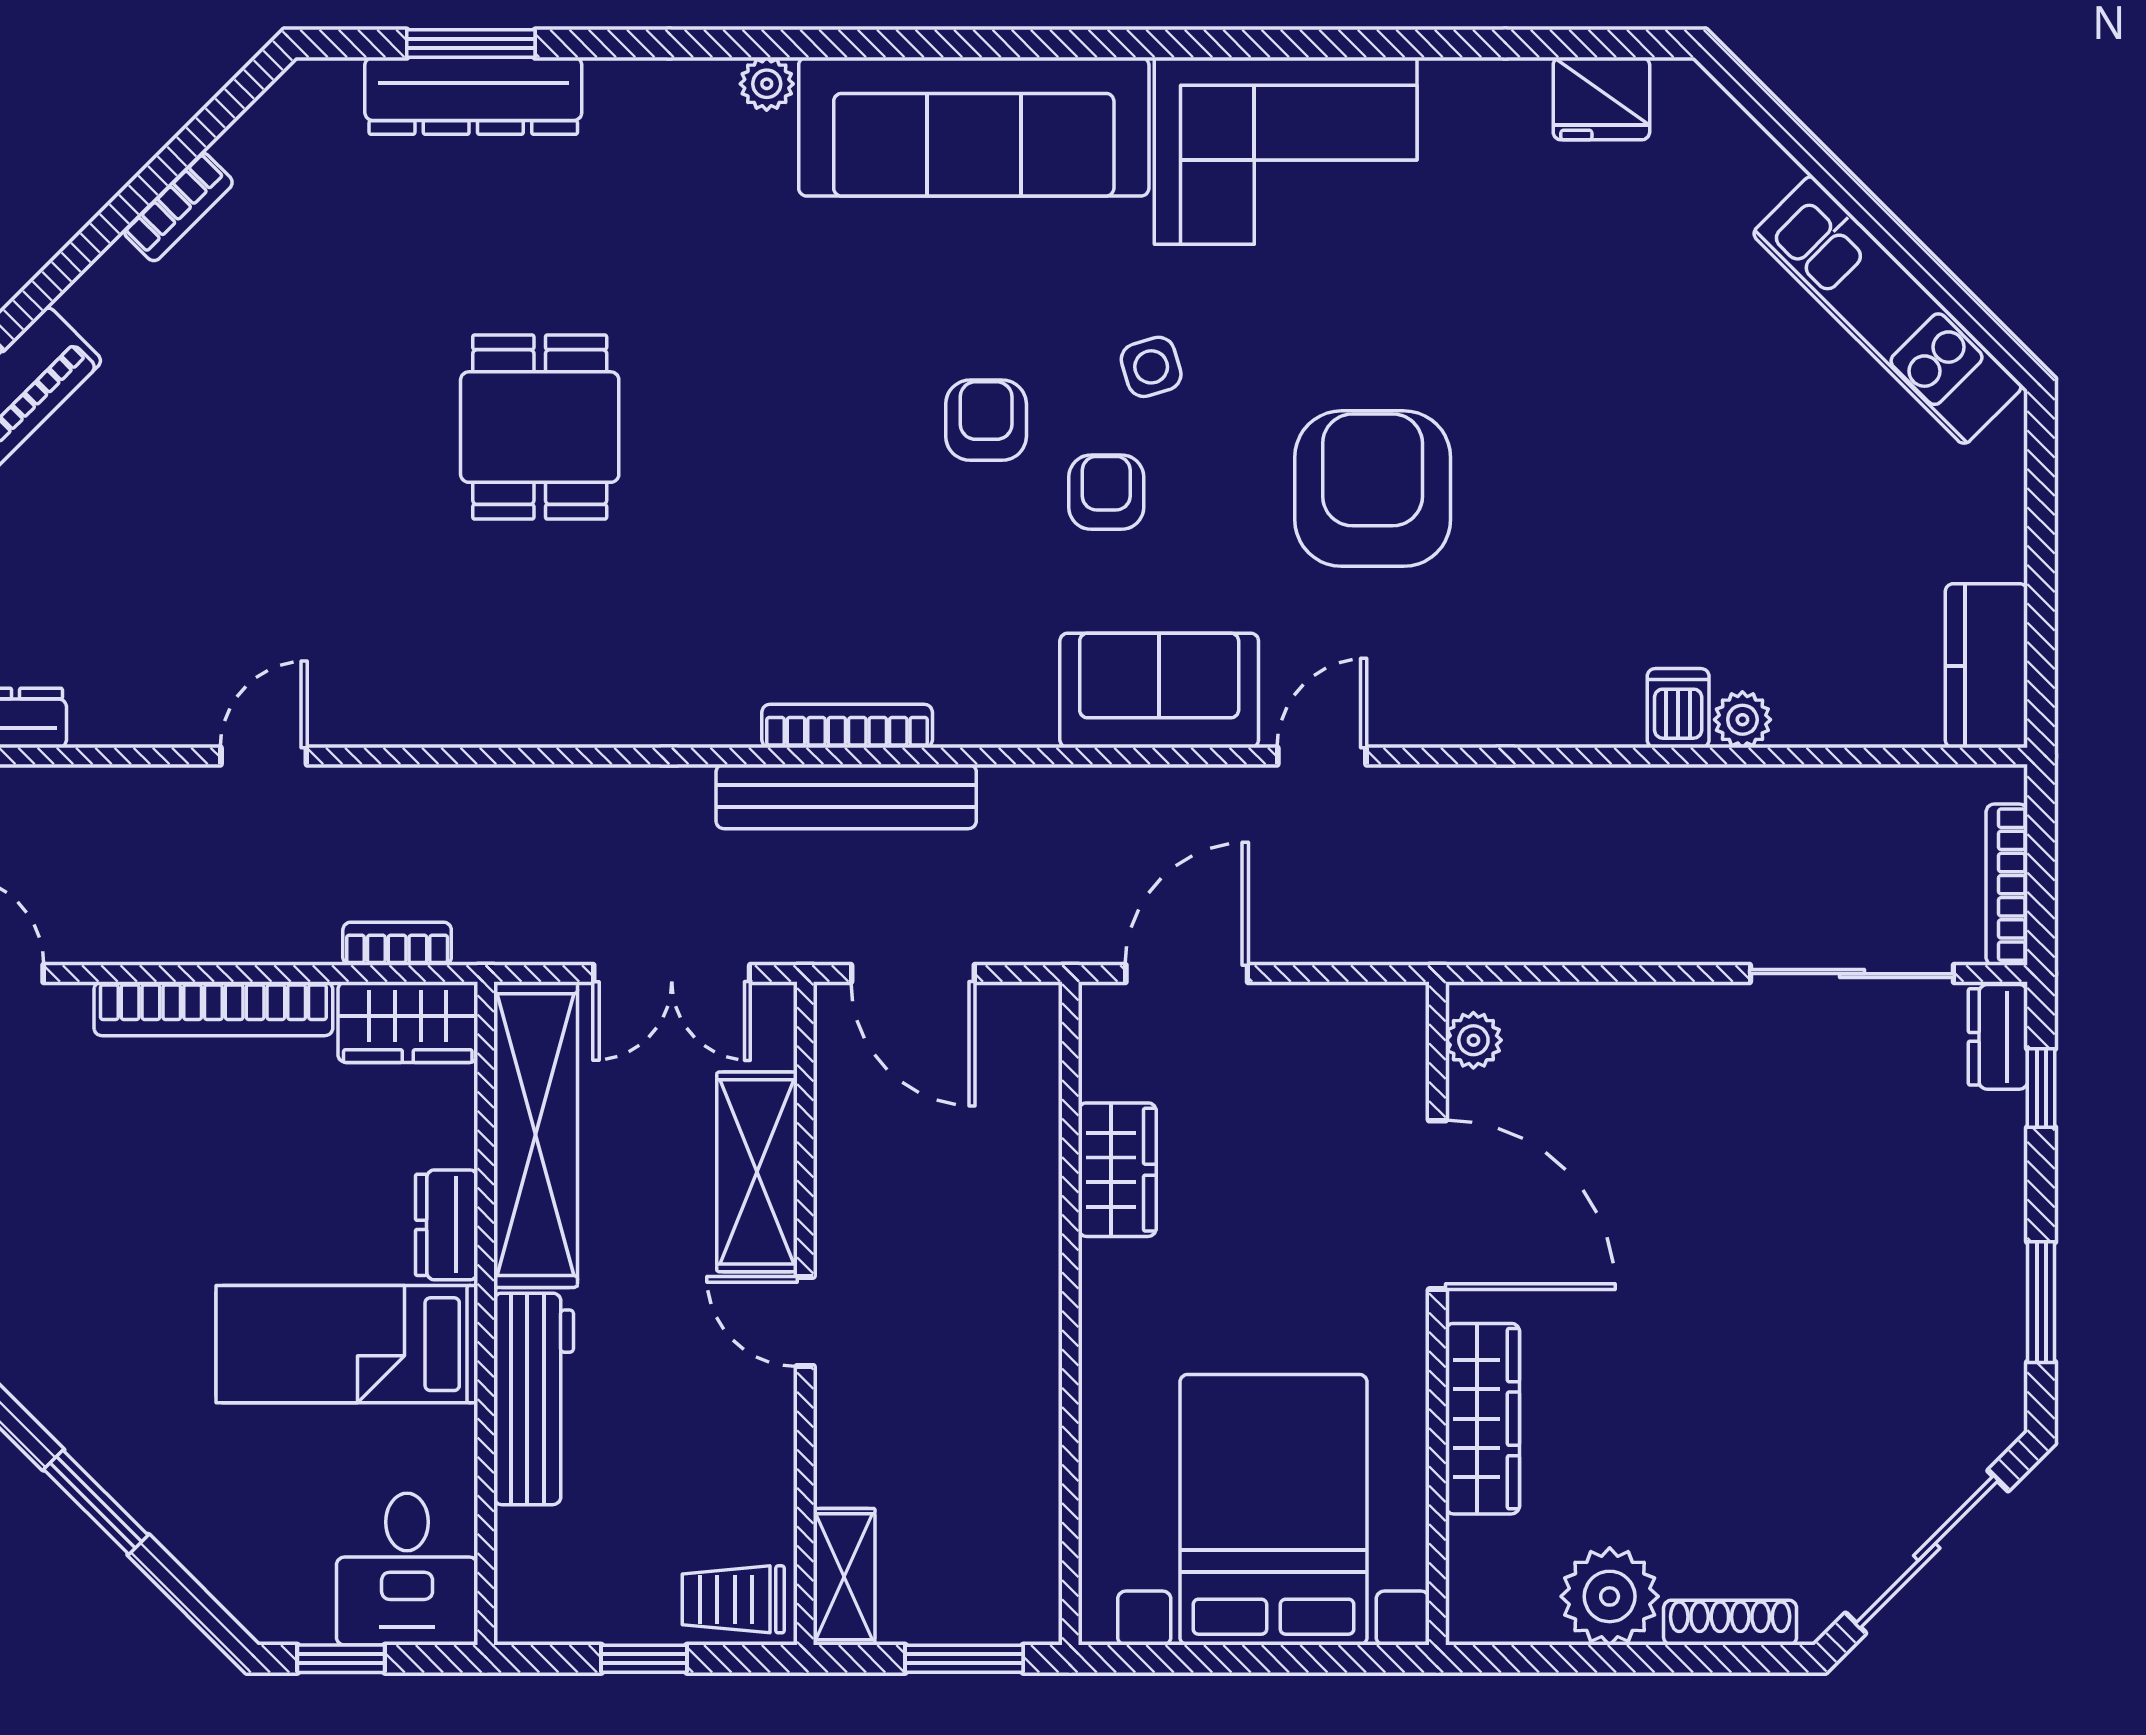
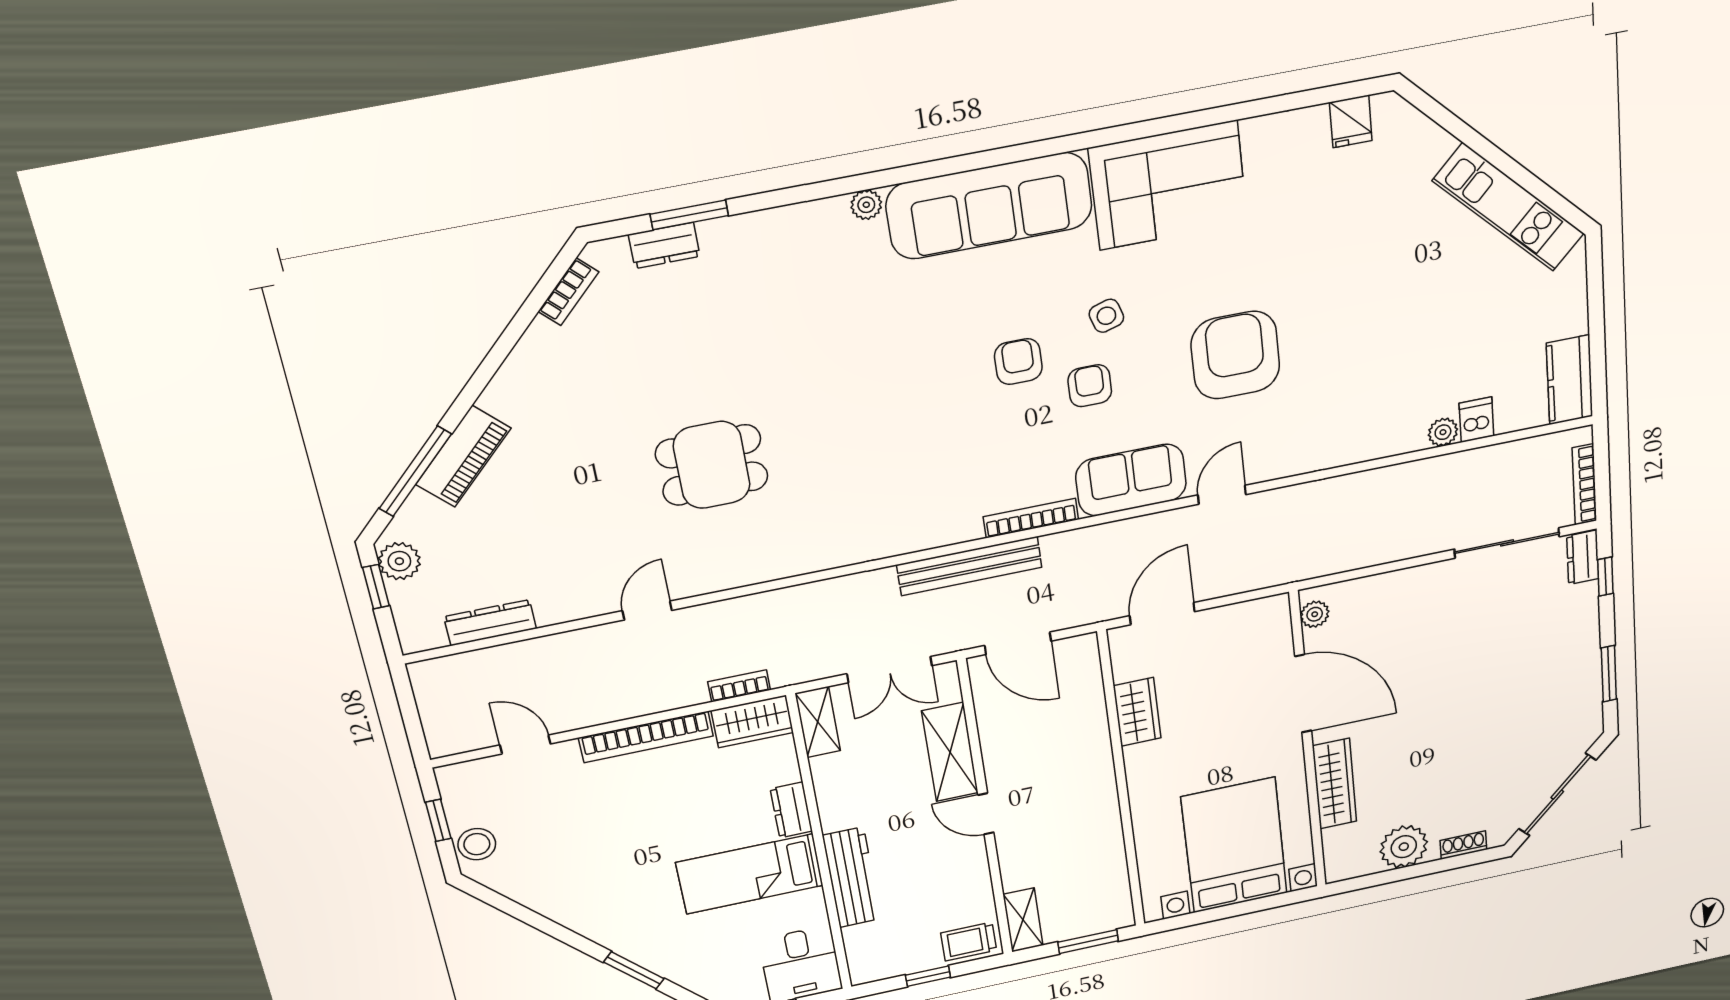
dresser: (473, 96) -> (664, 245), width x0.51, depth x0.80
fridge: (1601, 99) -> (1351, 121), width x0.72
bookcase: (178, 207) -> (568, 292), moved
dining table: (540, 427) -> (712, 465), moved, turned 90
dishwasher: (1678, 708) -> (1476, 420), moved
bookcase: (847, 726) -> (1031, 518), moved
shelving: (536, 1135) -> (818, 722), width x0.45, depth x0.75
shoe rack: (1730, 1623) -> (1463, 845), width x0.70

